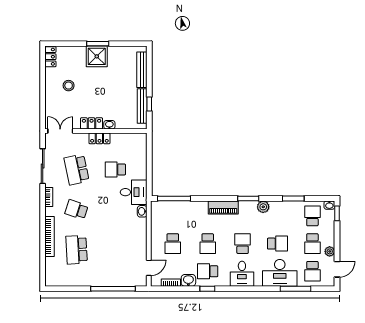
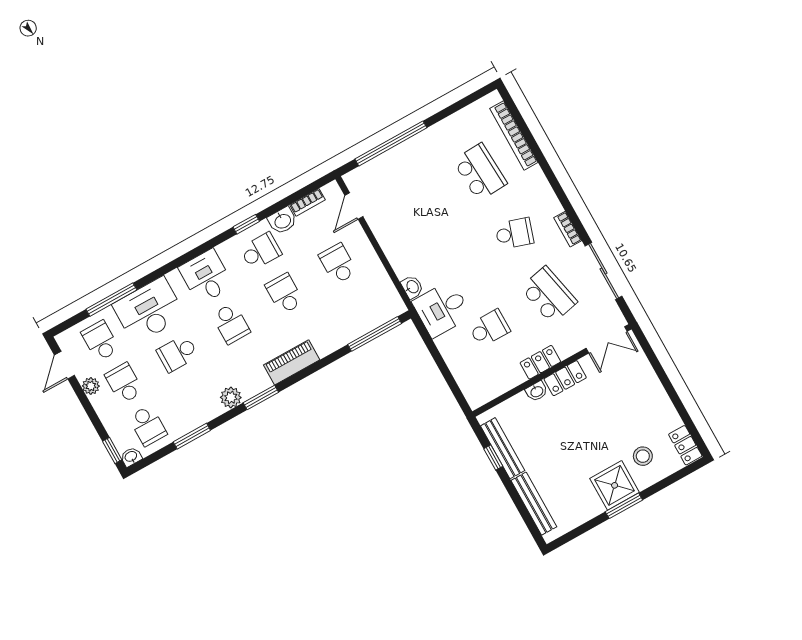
stool: (69, 86) -> (643, 456), moved
bookcase: (50, 237) -> (514, 135), moved

